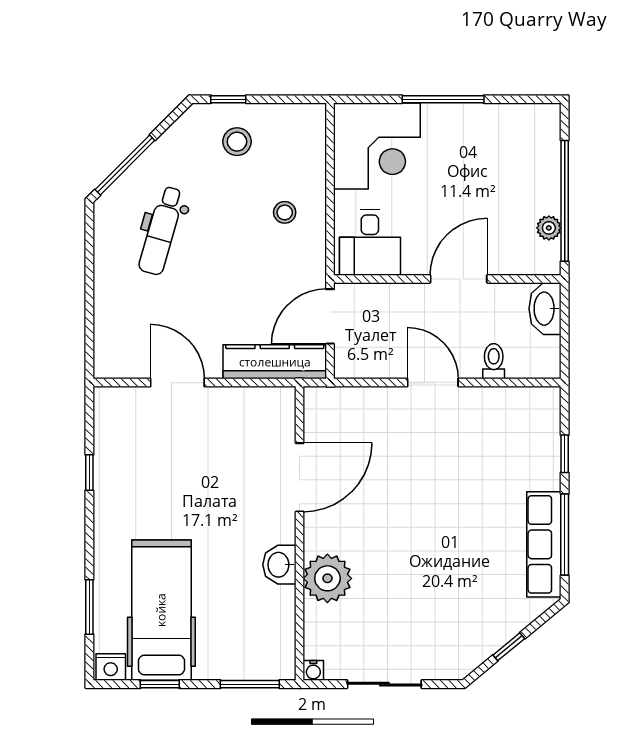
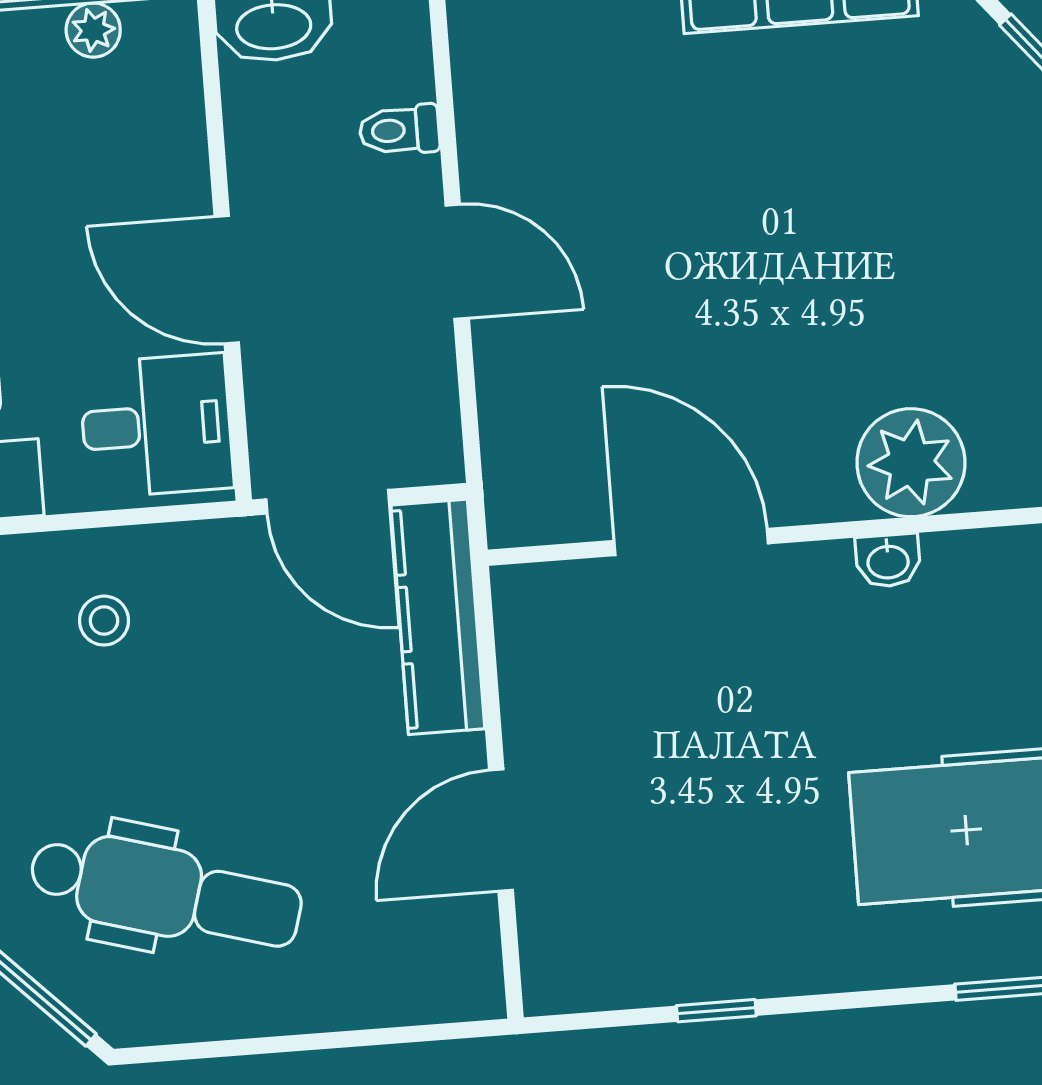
dental chair: (161, 231) -> (166, 892), width x1.36, depth x1.38
door: (459, 279) -> (227, 280), moved
door: (433, 383) -> (457, 262), swing flipped
washbasin: (279, 565) -> (888, 561), width x0.72, depth x0.69

